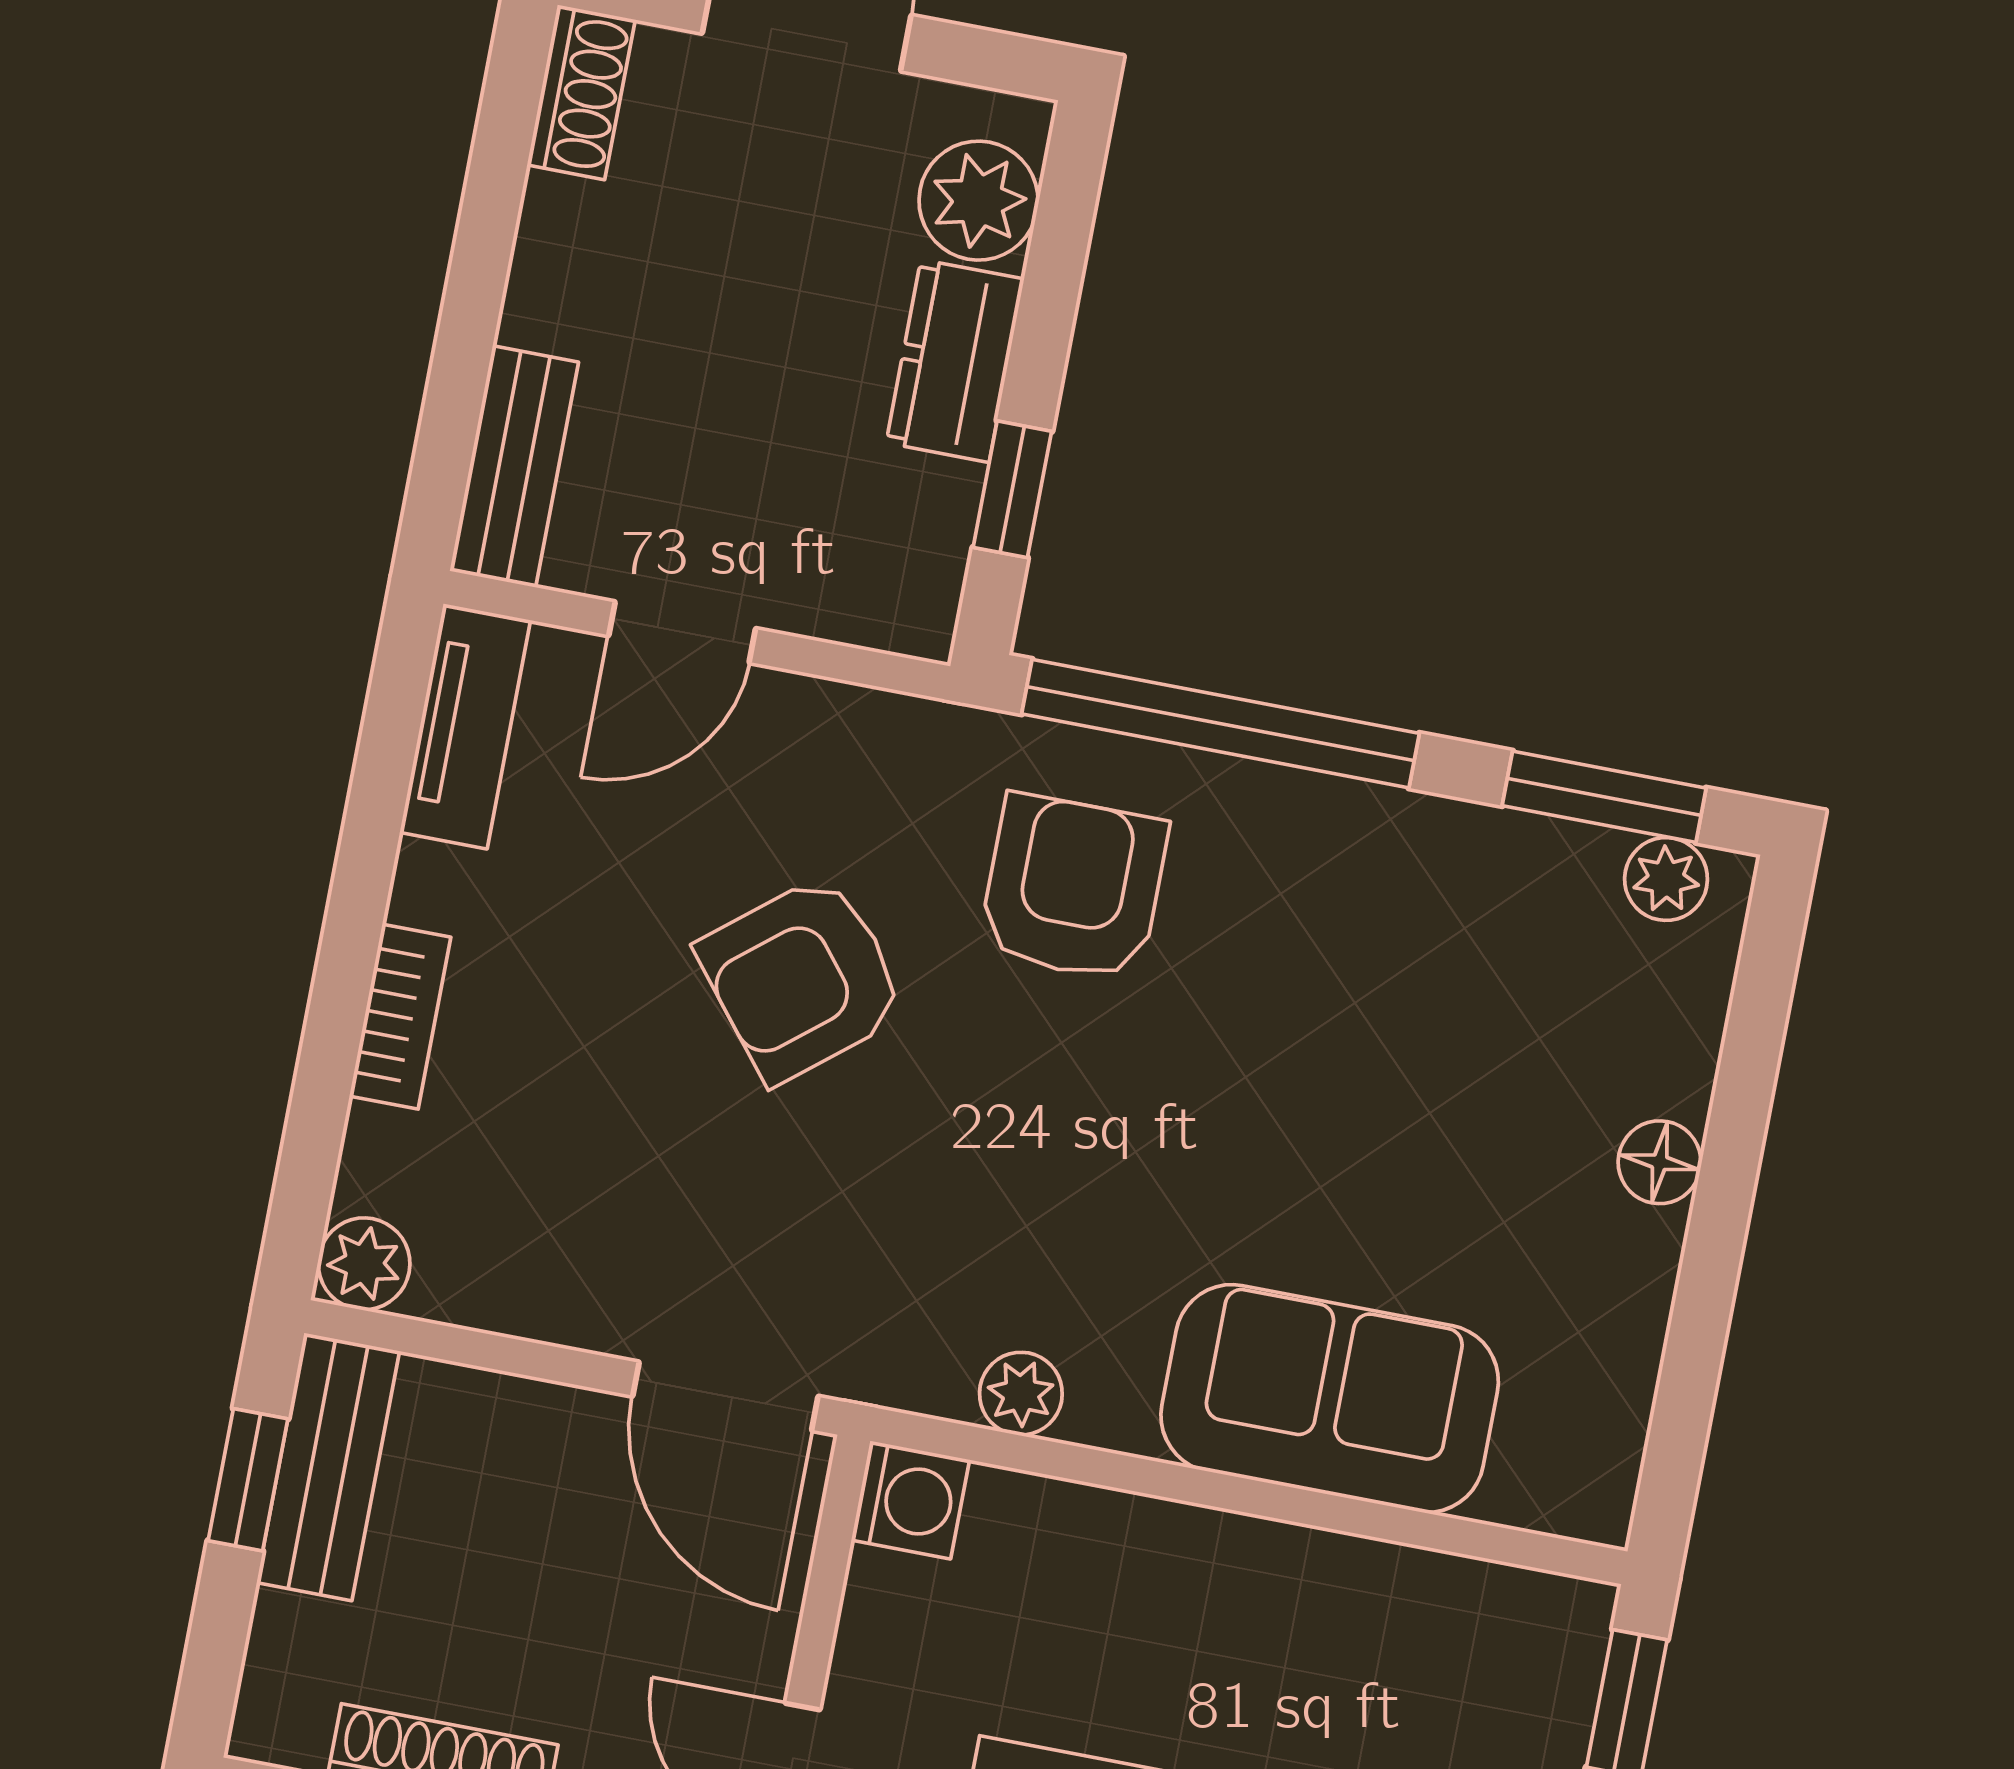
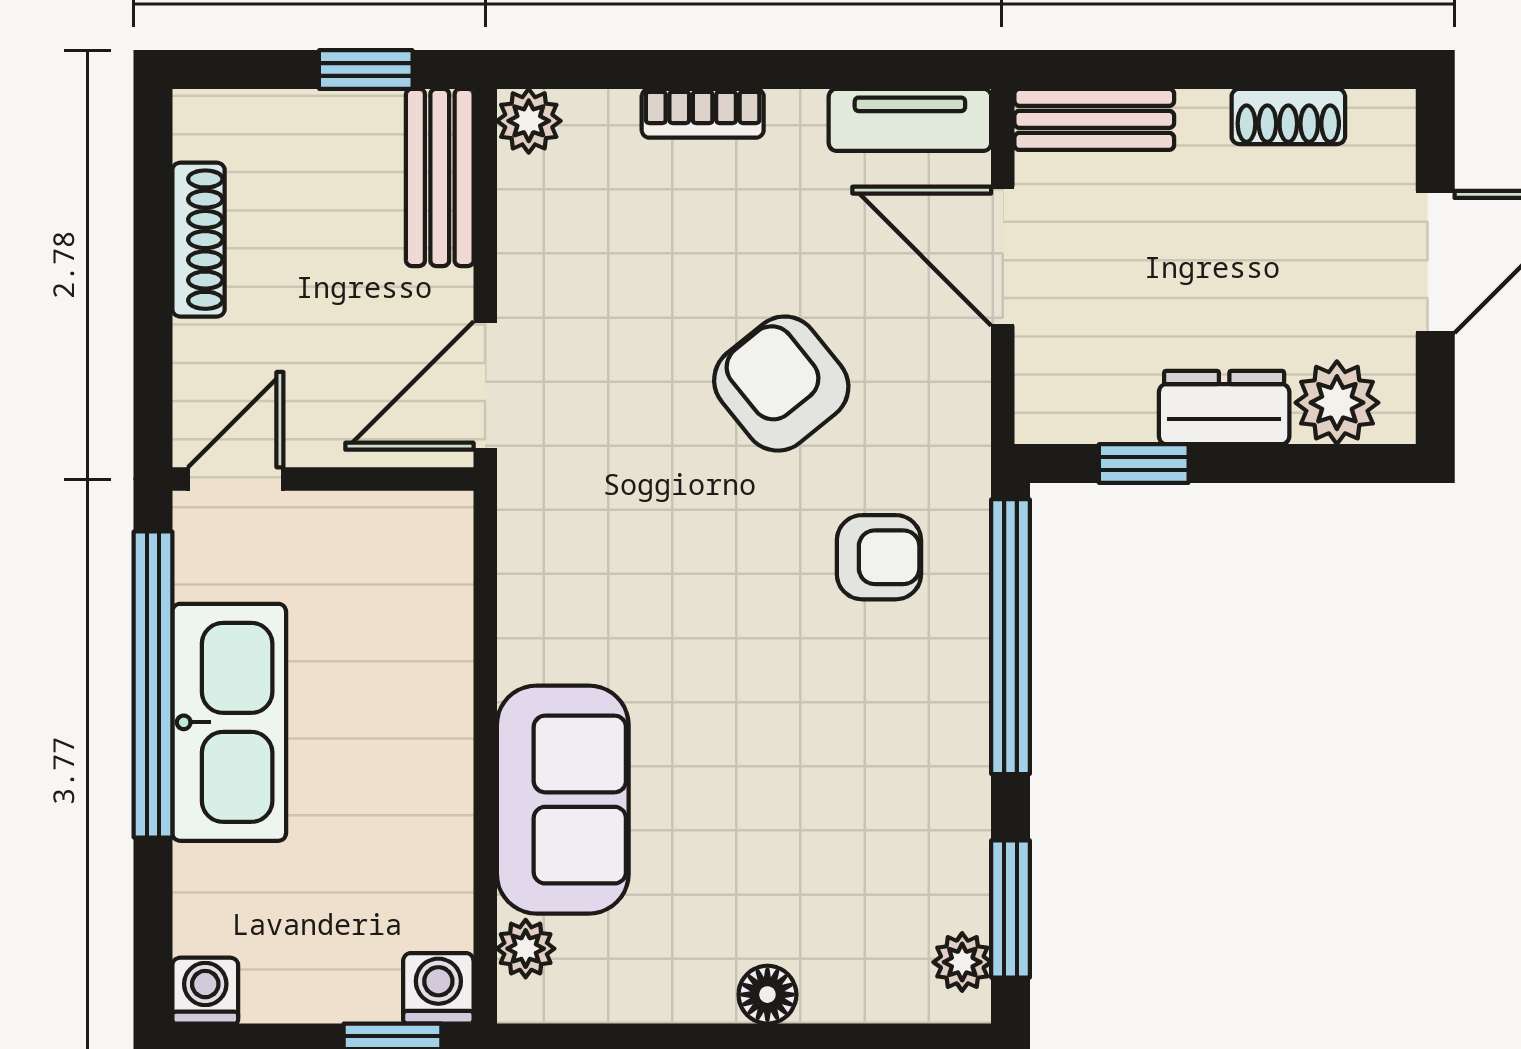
shoe rack: (581, 92) -> (1288, 116), moved
door: (682, 632) -> (1003, 256), width x1.38
armchair: (1073, 888) -> (879, 557), width x0.72, depth x0.72
plant: (1021, 1394) -> (526, 949), moved
bench: (328, 1467) -> (440, 177), moved, turned 90
washing machine: (910, 1500) -> (438, 988), moved, turned 180

